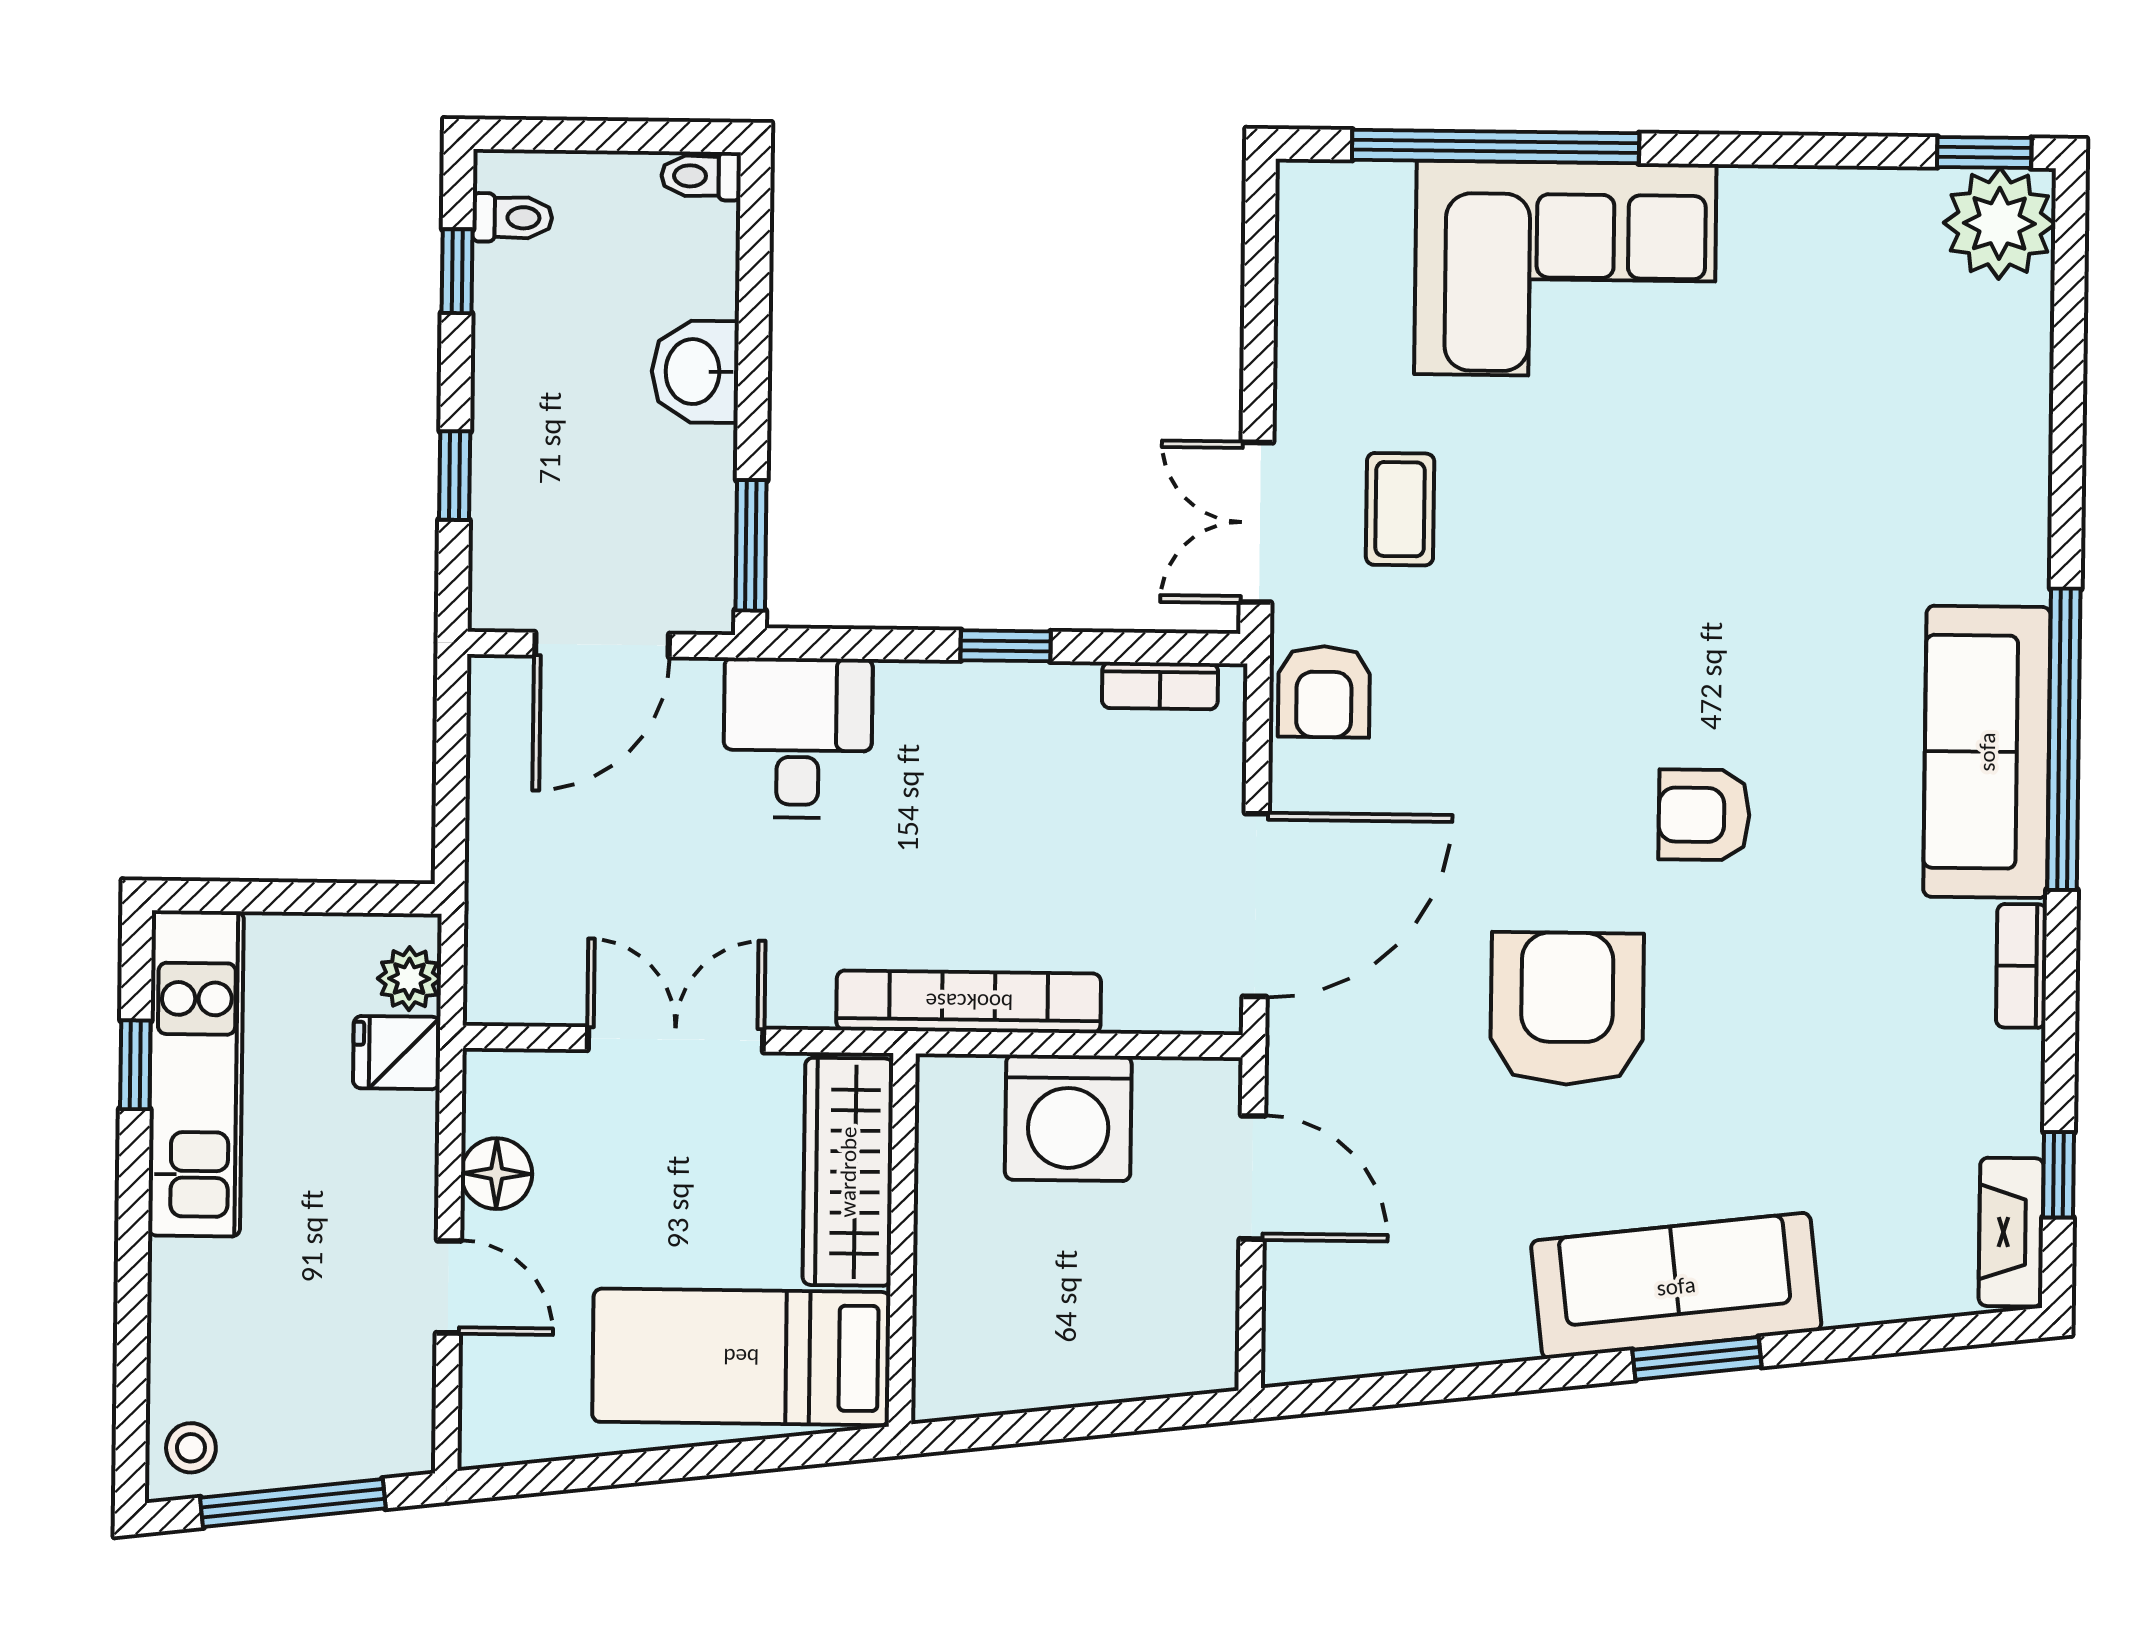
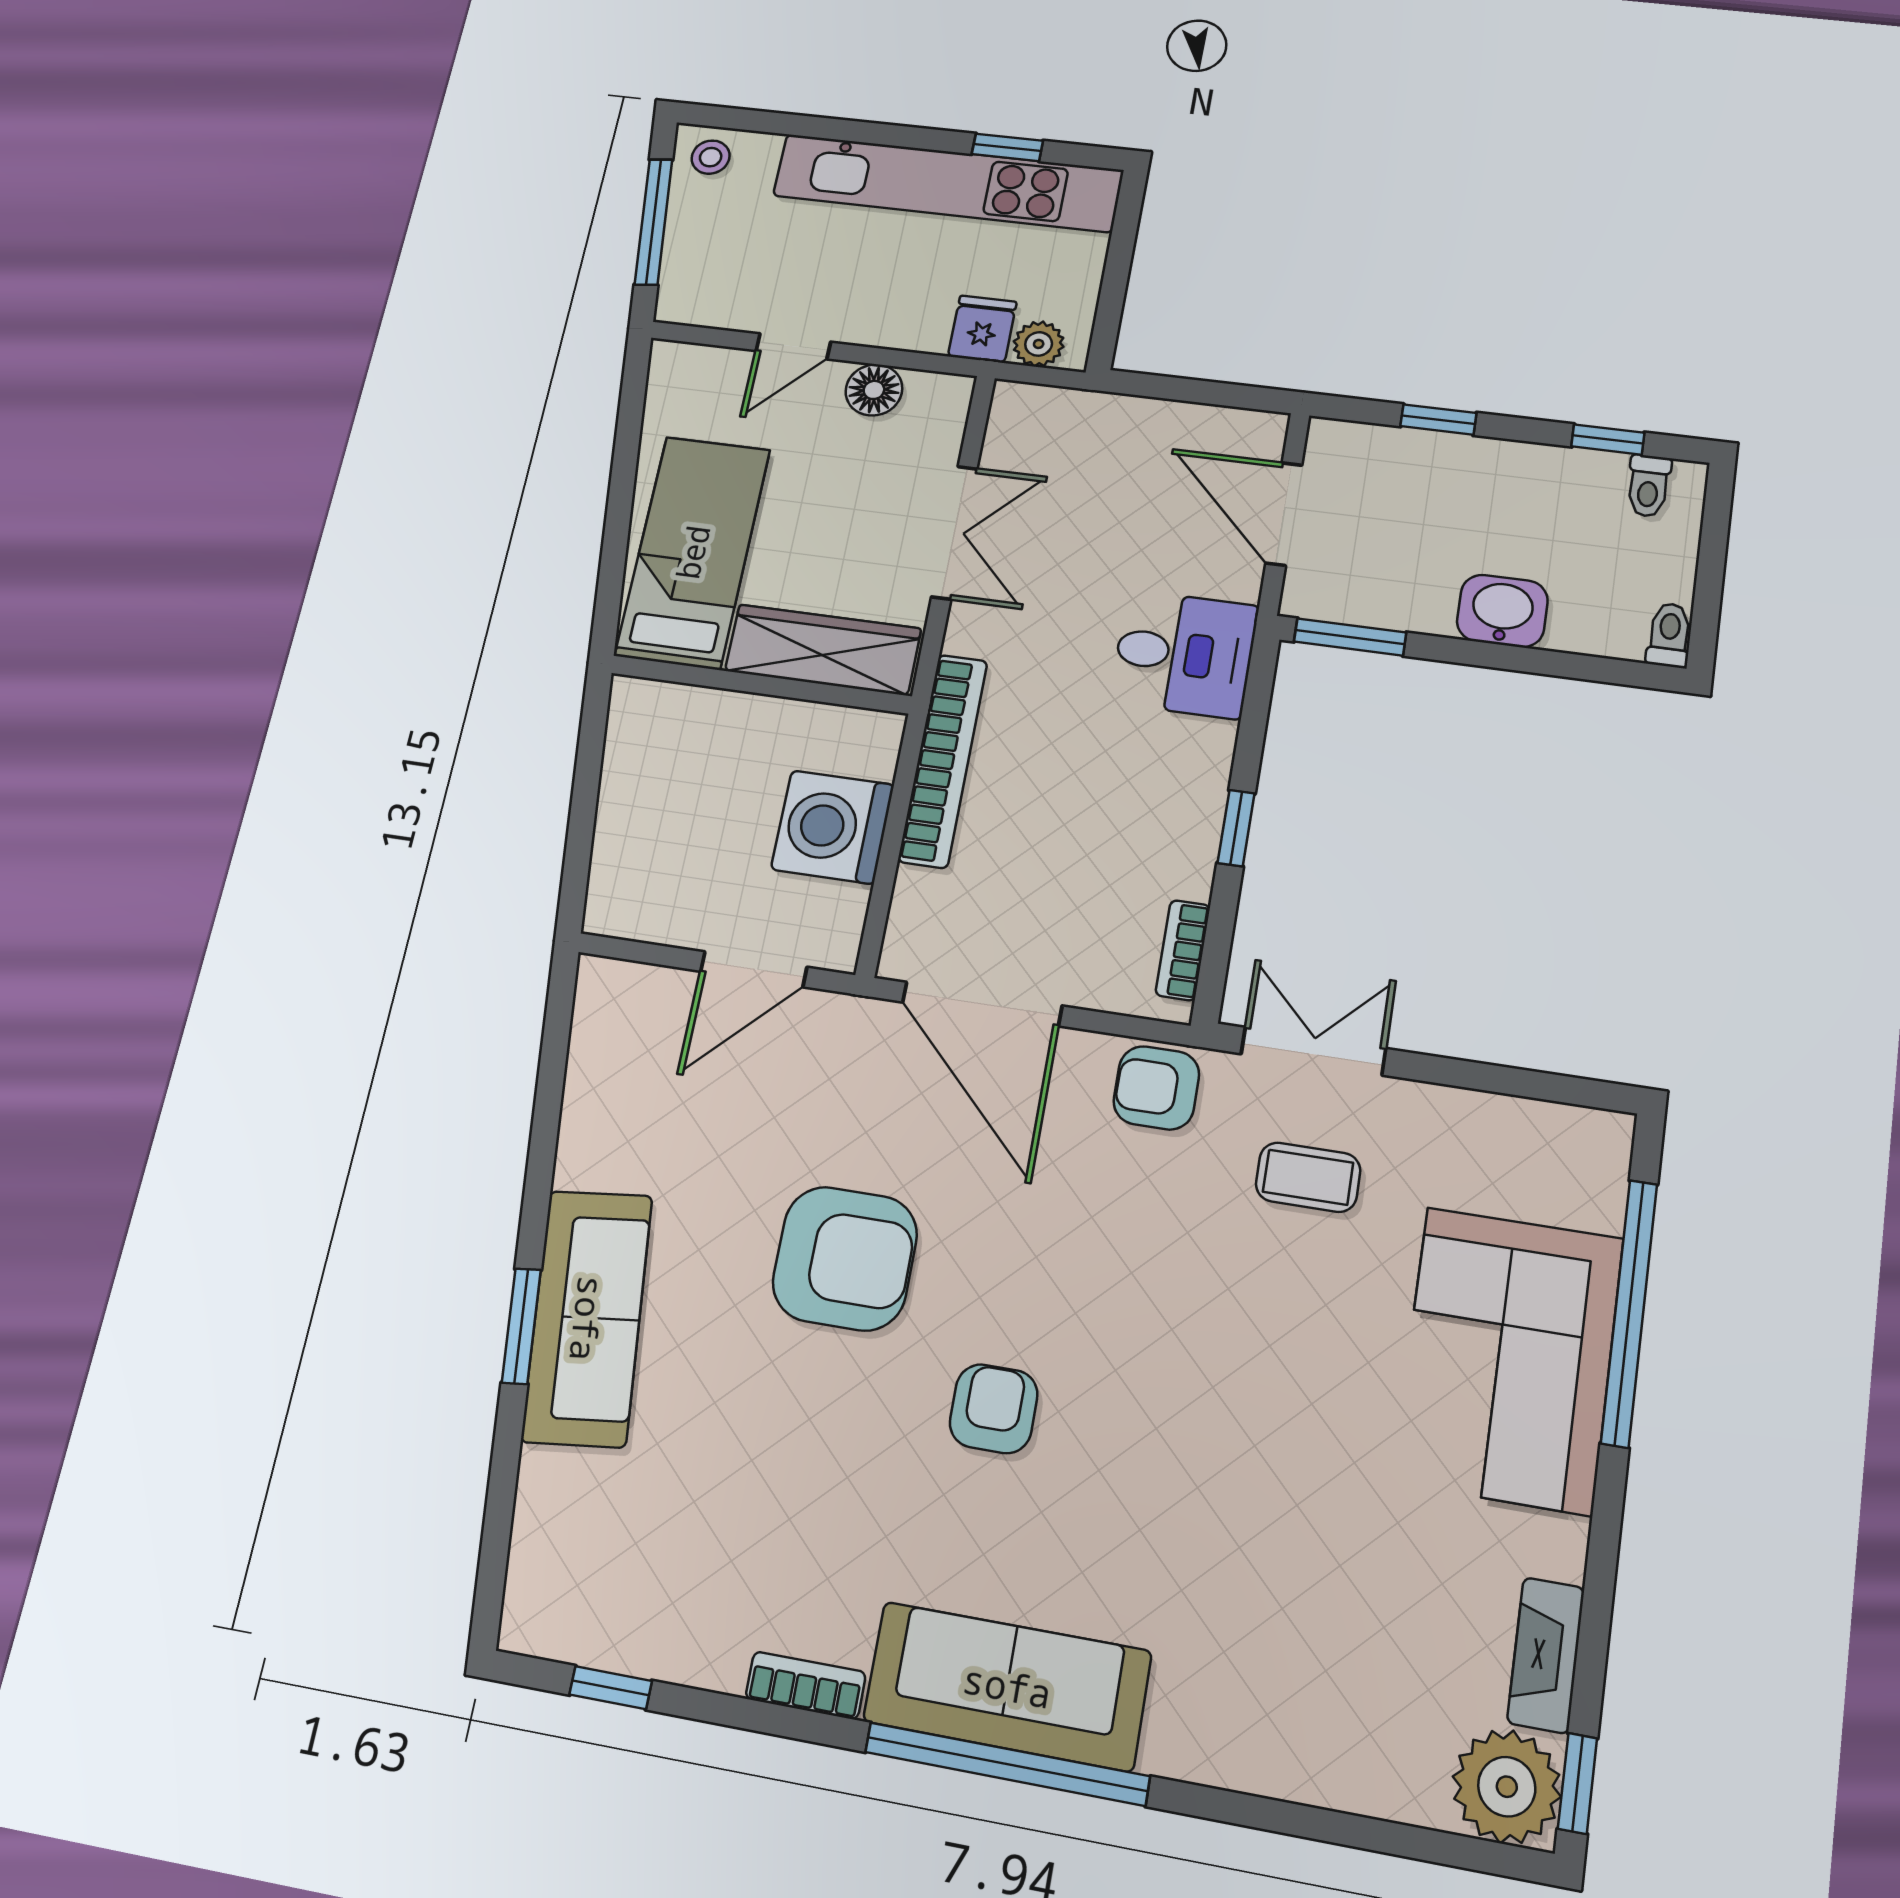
kitchen unit: (196, 1074) -> (948, 183), width x1.36
fireplace: (2011, 1232) -> (1546, 1655), moved, turned -90

